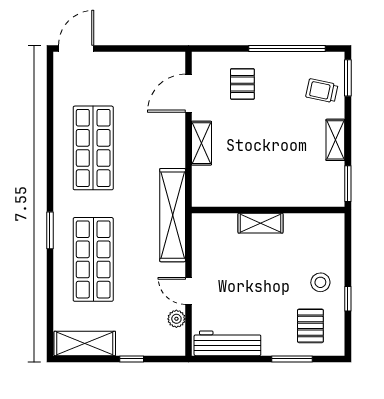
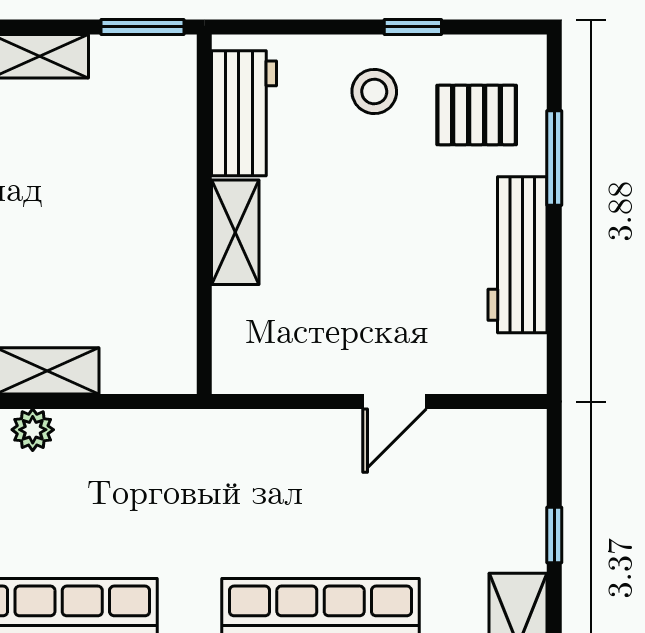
shelving: (173, 215) -> (216, 439), removed
workbench: (311, 227) -> (244, 113), added
plant: (176, 319) -> (33, 430), moved
workbench: (227, 343) -> (518, 255), moved

